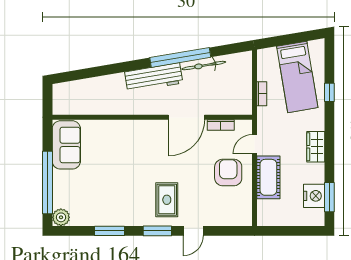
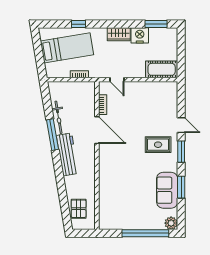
window: (180, 57) -> (53, 135), width x0.68
pallet: (80, 93) -> (79, 209), added
sofa: (66, 145) -> (167, 190), moved, turned -90
armchair: (228, 173) -> (138, 99), removed
cot: (268, 177) -> (162, 69), moved
nightstand: (314, 196) -> (140, 35), moved

